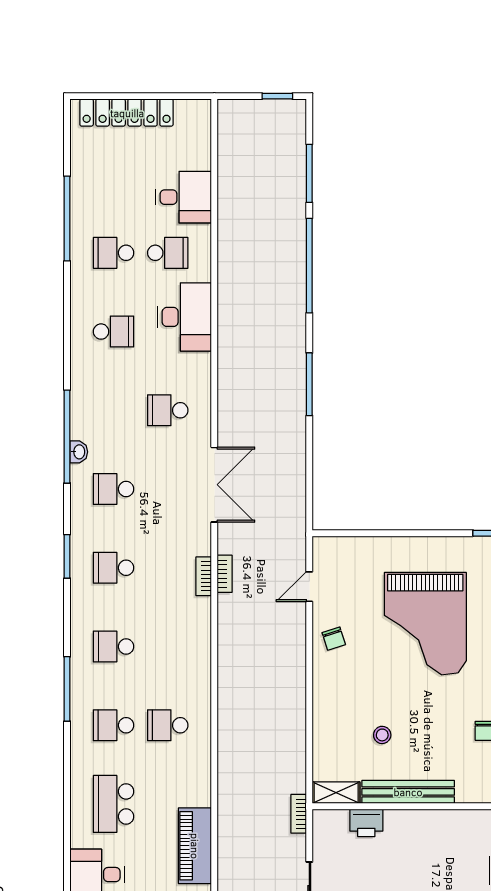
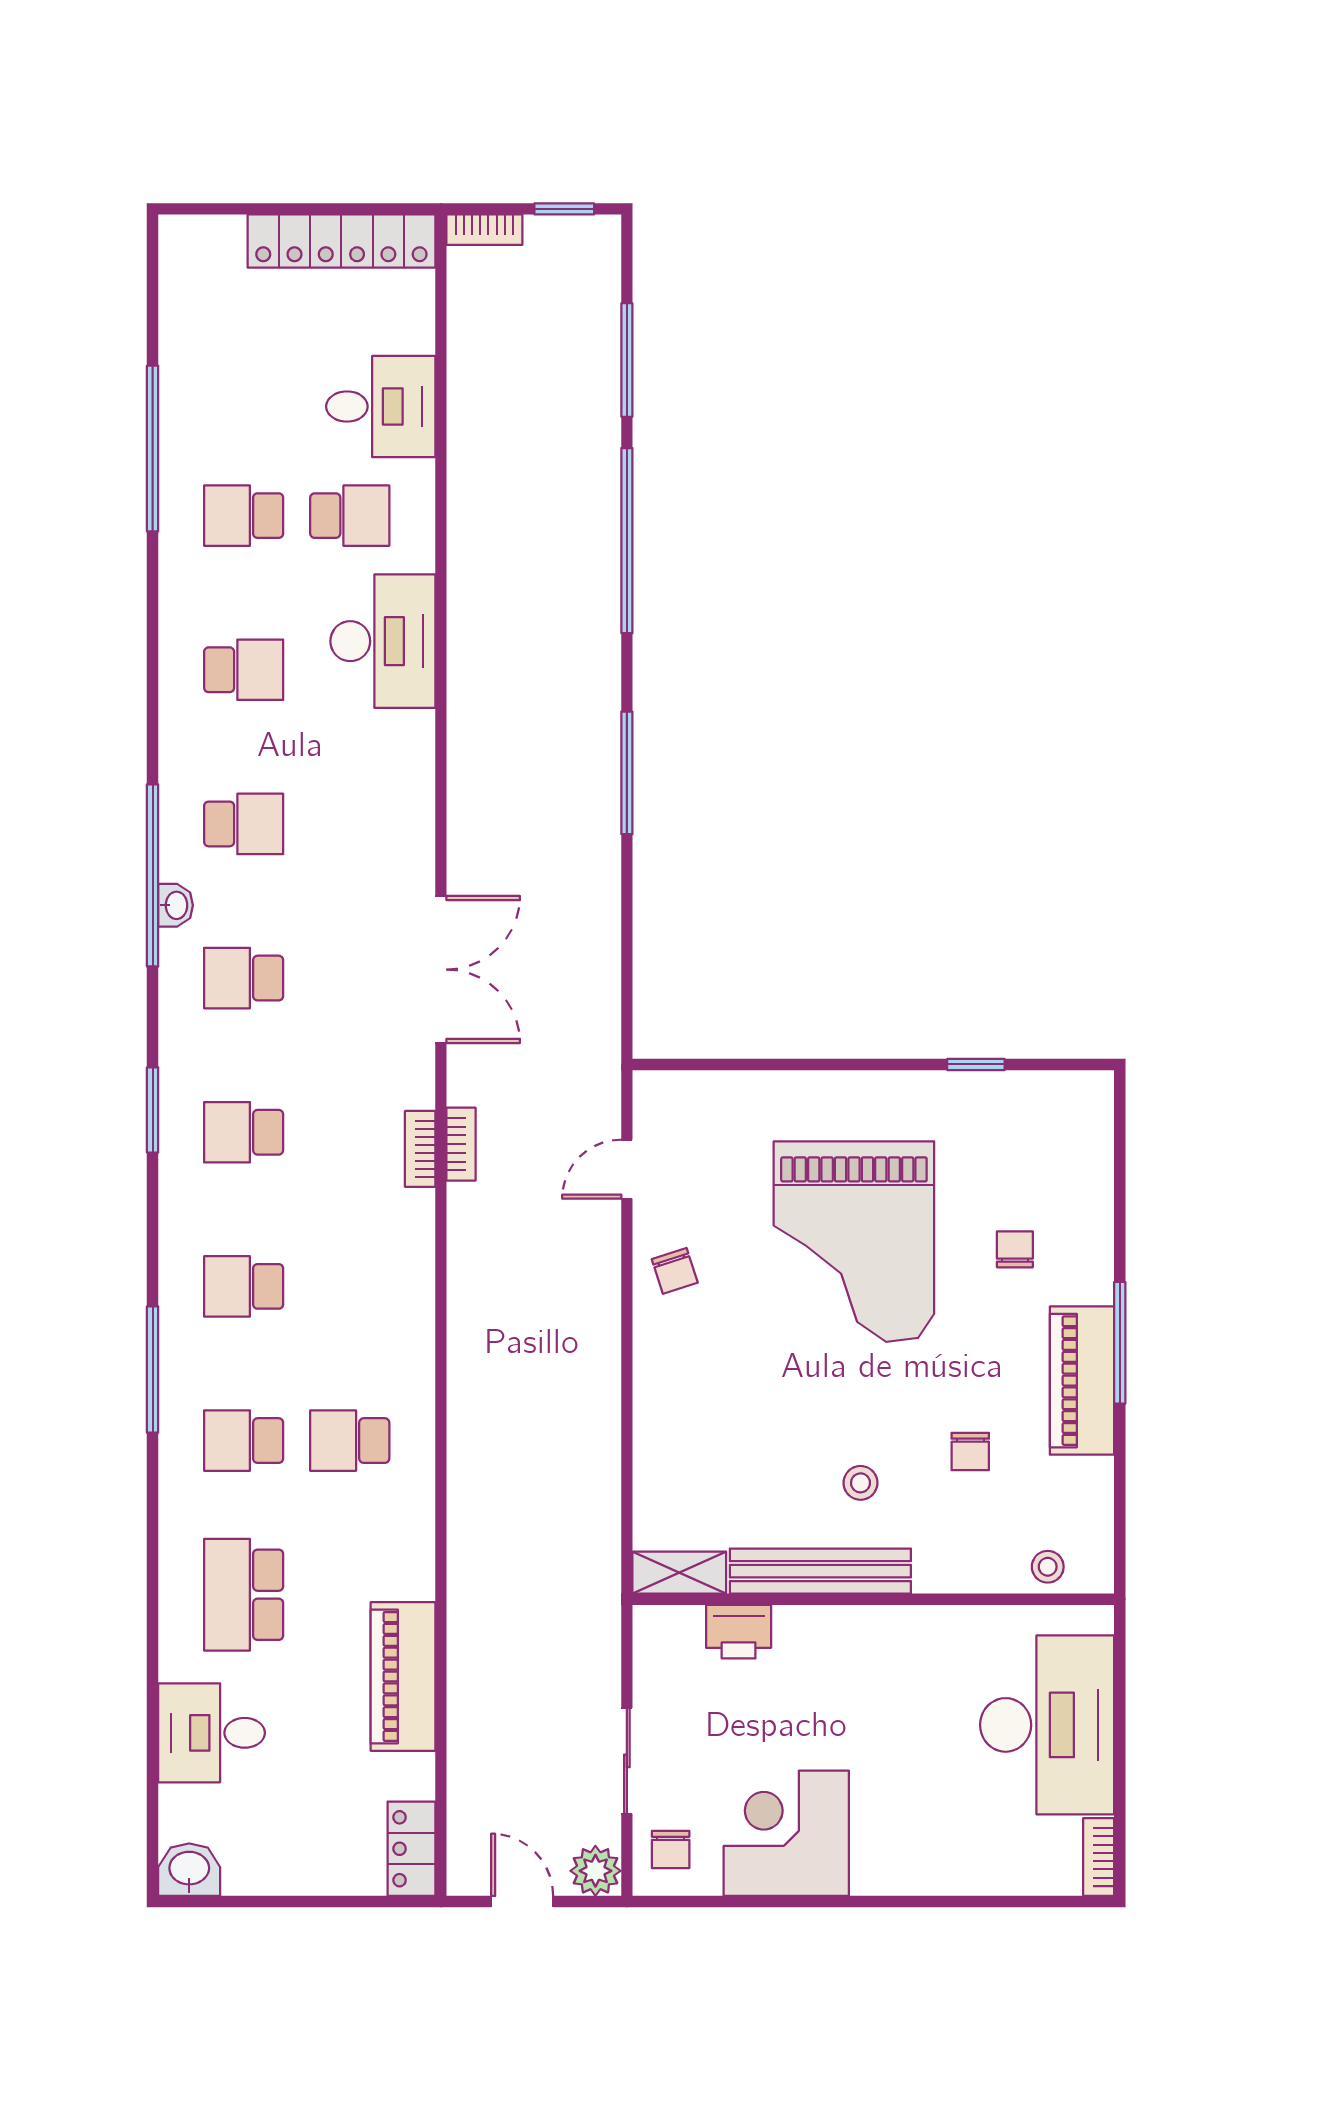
locker: (127, 113) -> (341, 241), moved
school desk: (168, 410) -> (244, 824), moved, turned 180
stool: (382, 735) -> (861, 1483), moved
bookcase: (299, 814) -> (484, 230), moved, turned -90

